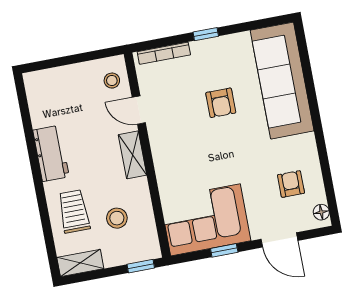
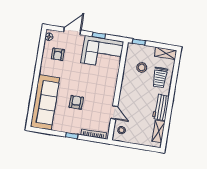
shelving: (132, 155) -> (159, 132), moved
door: (279, 240) -> (72, 31), hinge flipped

